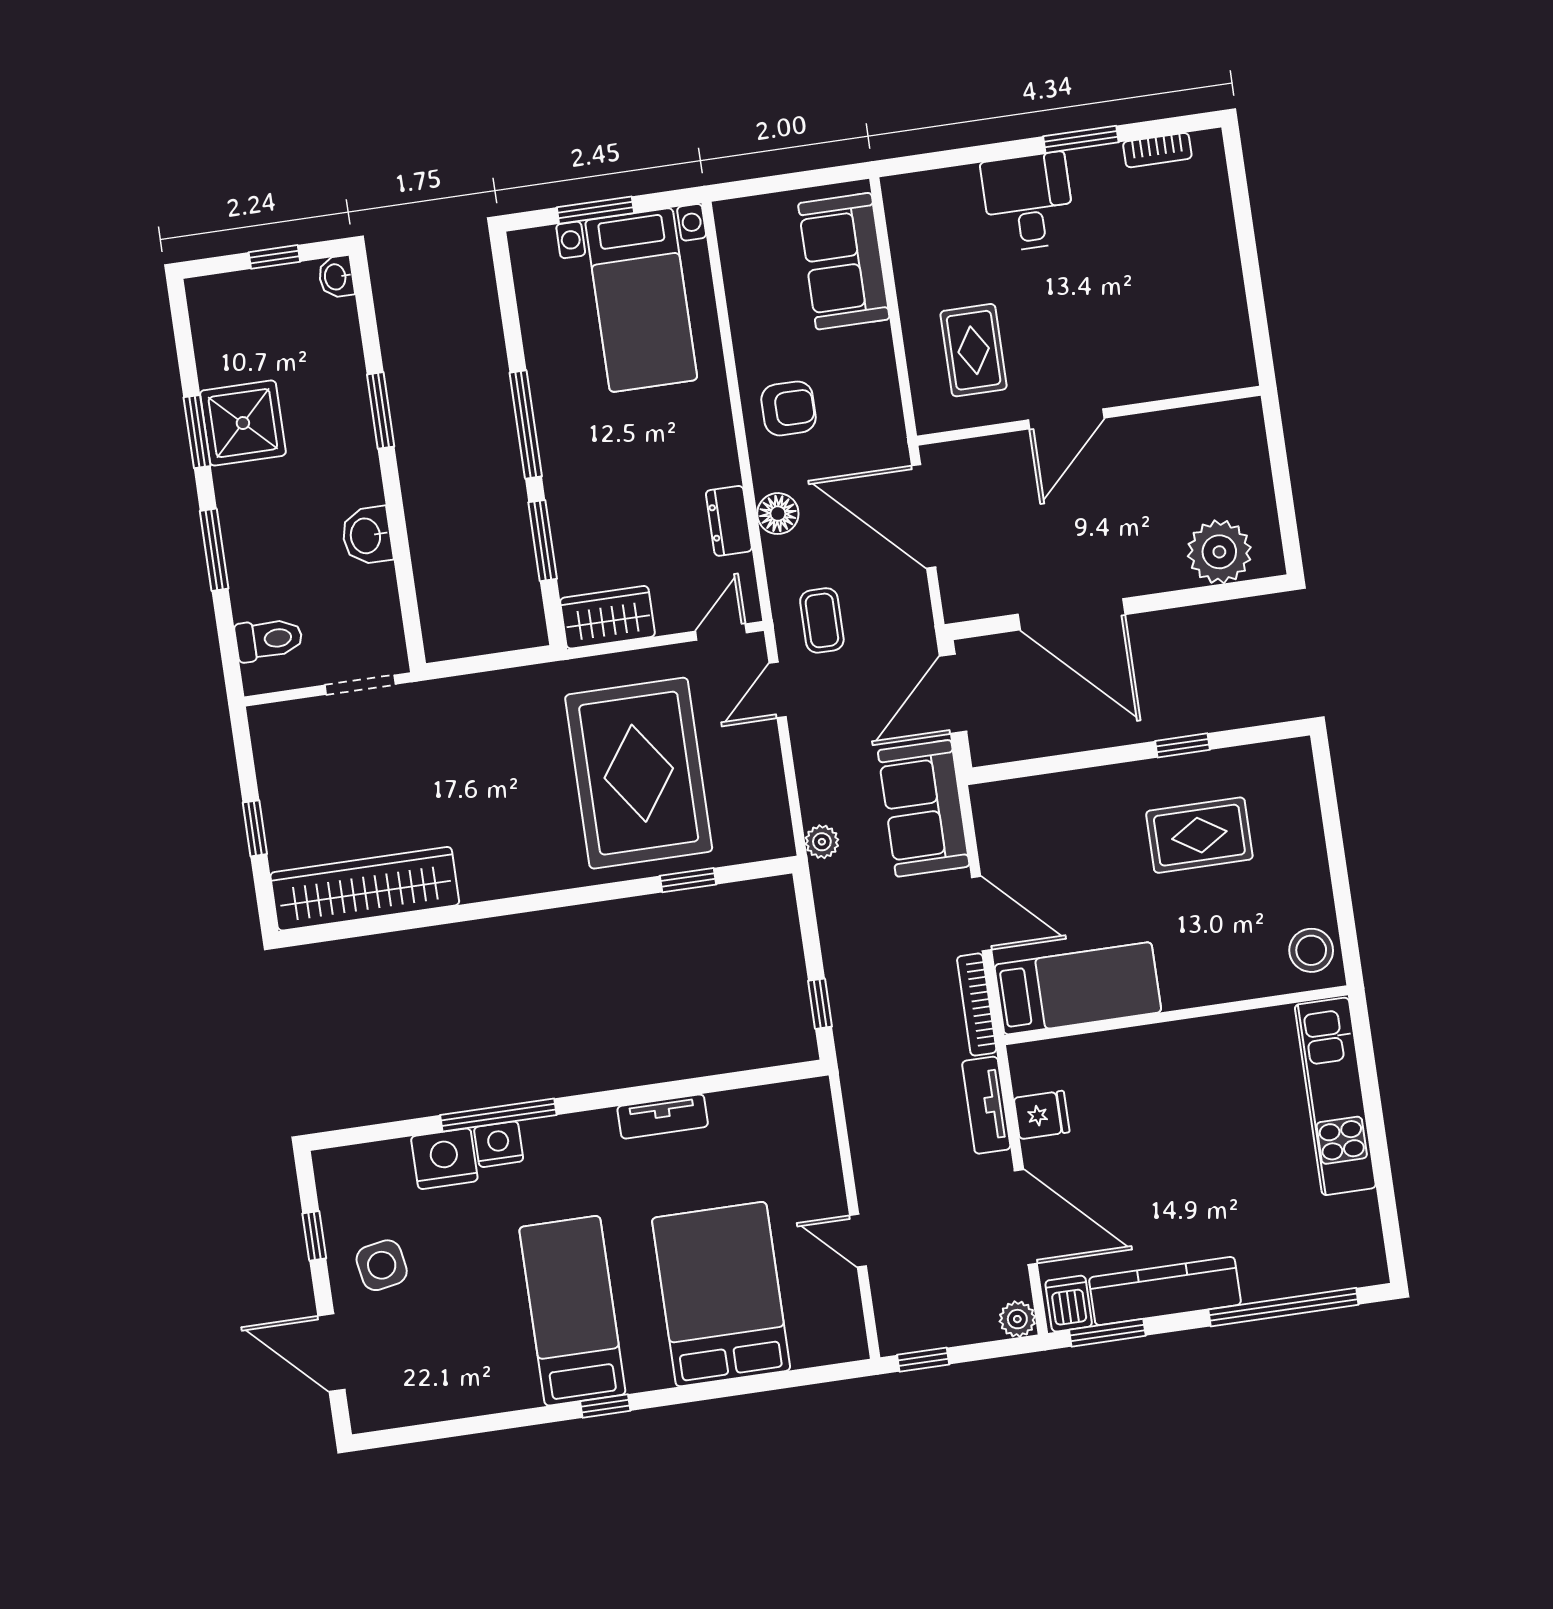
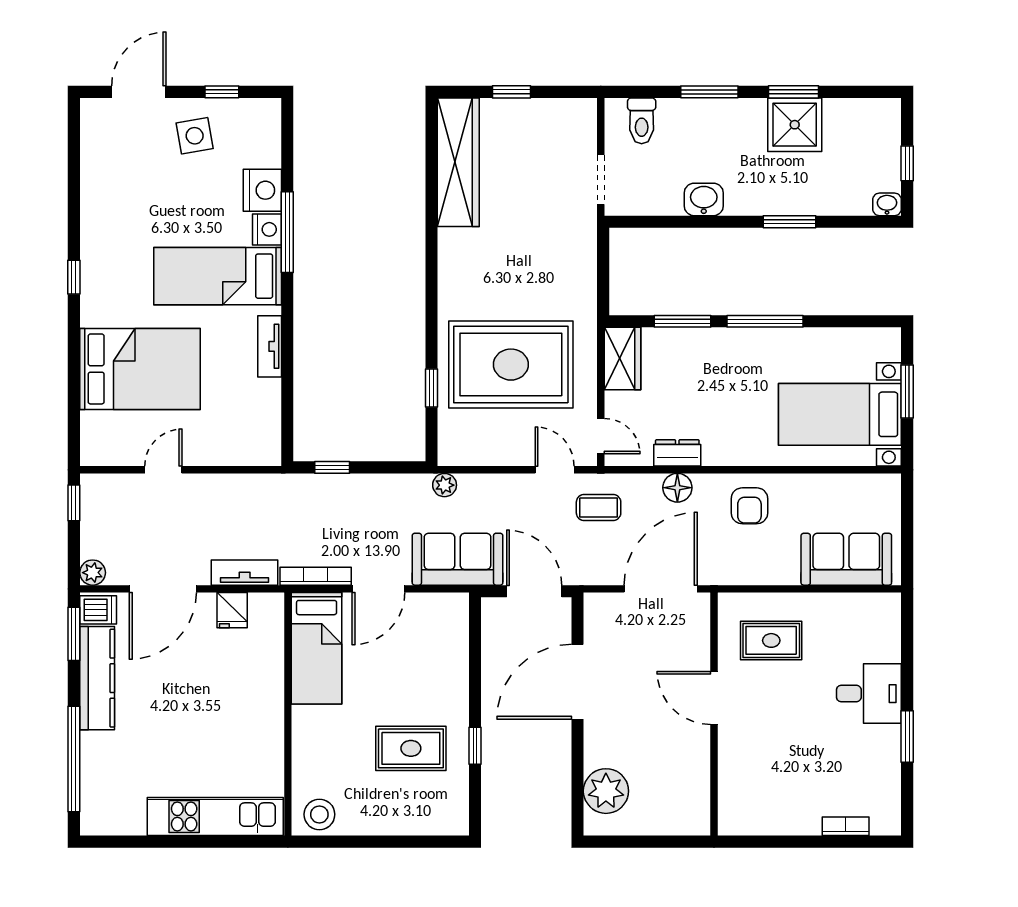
bookcase: (1157, 150) -> (846, 826), moved, turned 90
rug: (1199, 835) -> (411, 748), turned 90
bed: (572, 1311) -> (218, 276), moved, turned 180

